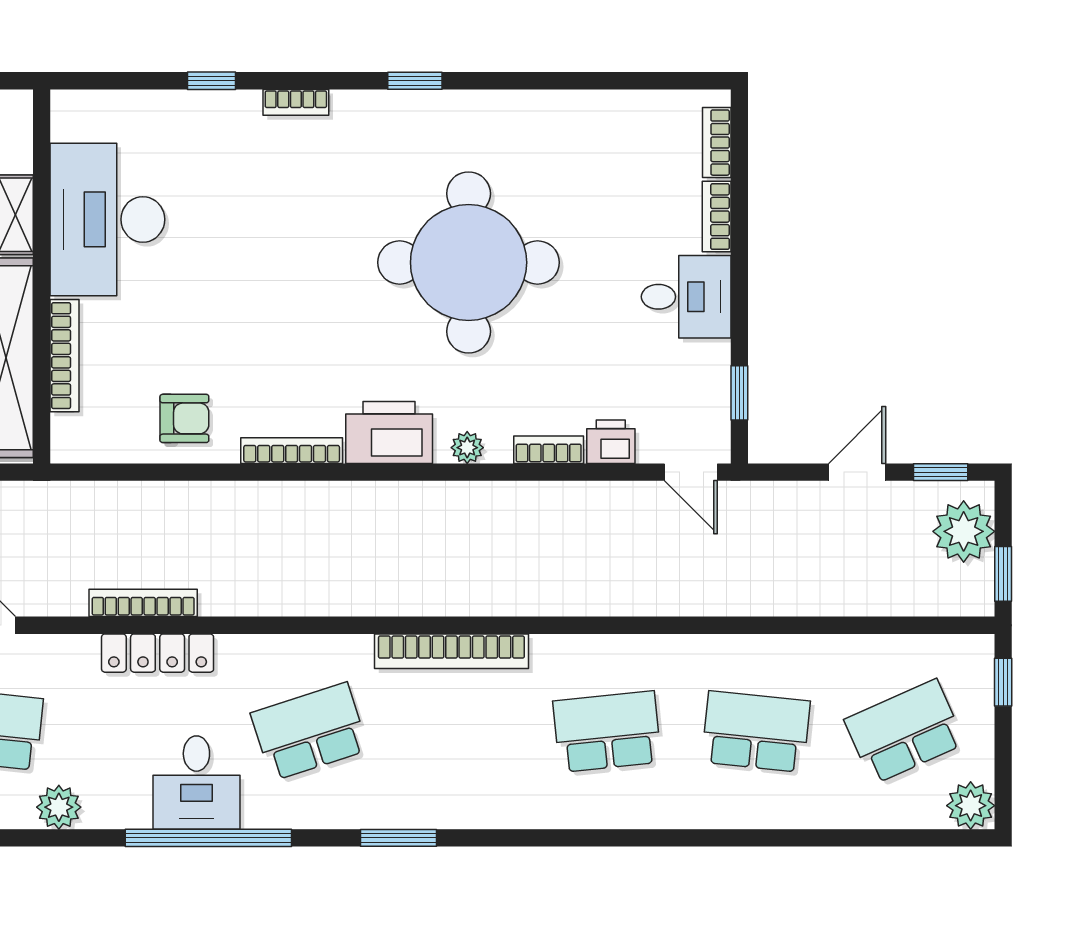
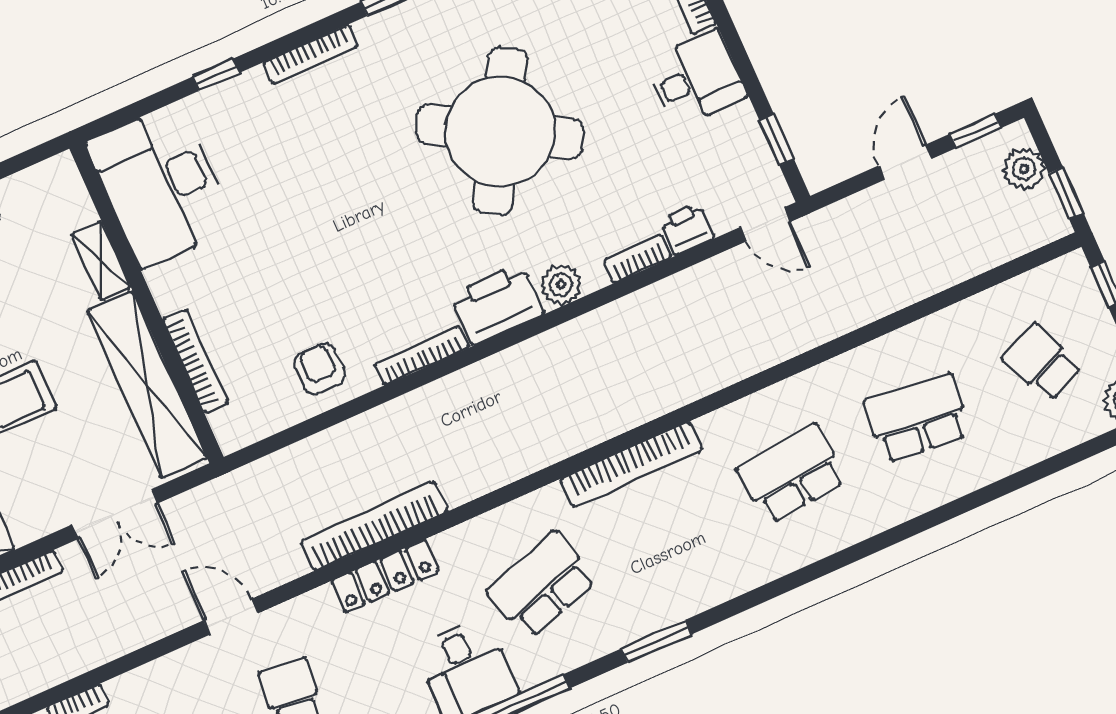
bookcase: (296, 102) -> (311, 54), width x1.56
desk: (107, 219) -> (160, 185), moved
round table: (469, 262) -> (500, 131), turned 30
armchair: (184, 418) -> (320, 369), turned -90
plant: (467, 448) -> (561, 285), width x1.38, depth x1.38
plant: (964, 531) -> (1024, 169), width x0.73, depth x0.73
bookcase: (143, 603) -> (374, 526), width x1.48, depth x1.31
school desk: (905, 732) -> (1042, 362), width x0.54

